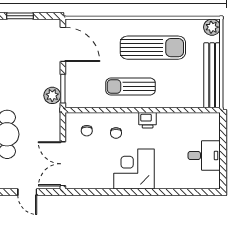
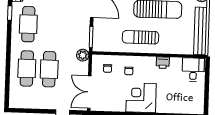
plant: (52, 95) -> (83, 55), moved
printer: (148, 120) -> (163, 63), moved
desk: (204, 156) -> (193, 70), moved, turned -90

